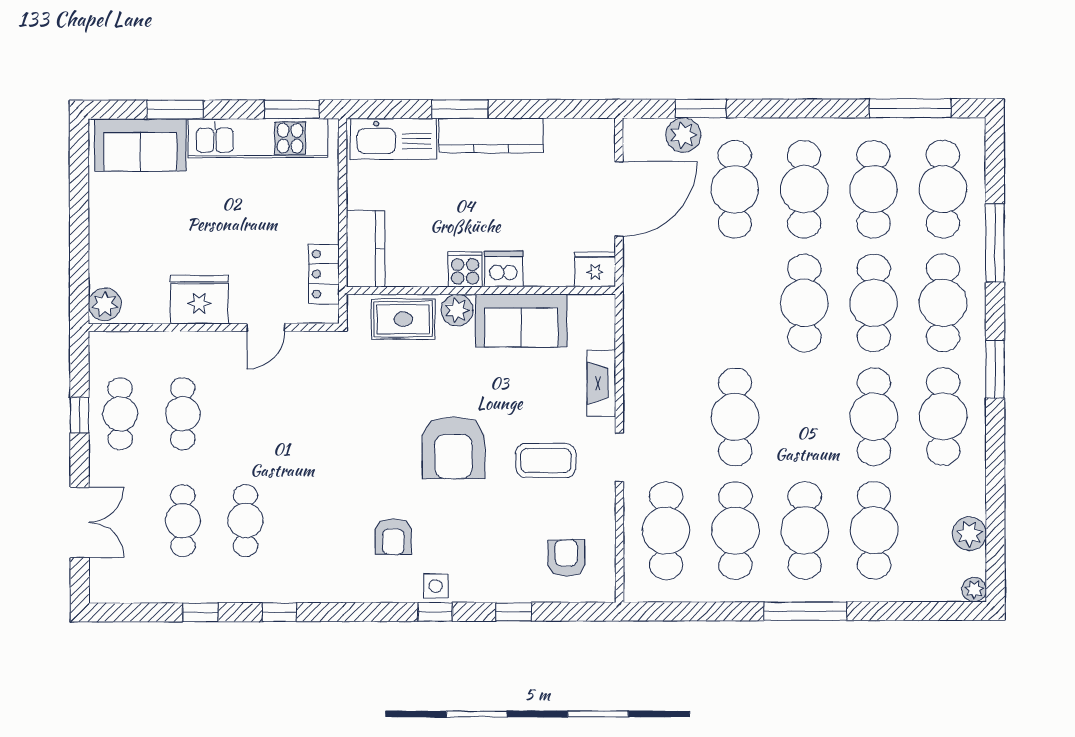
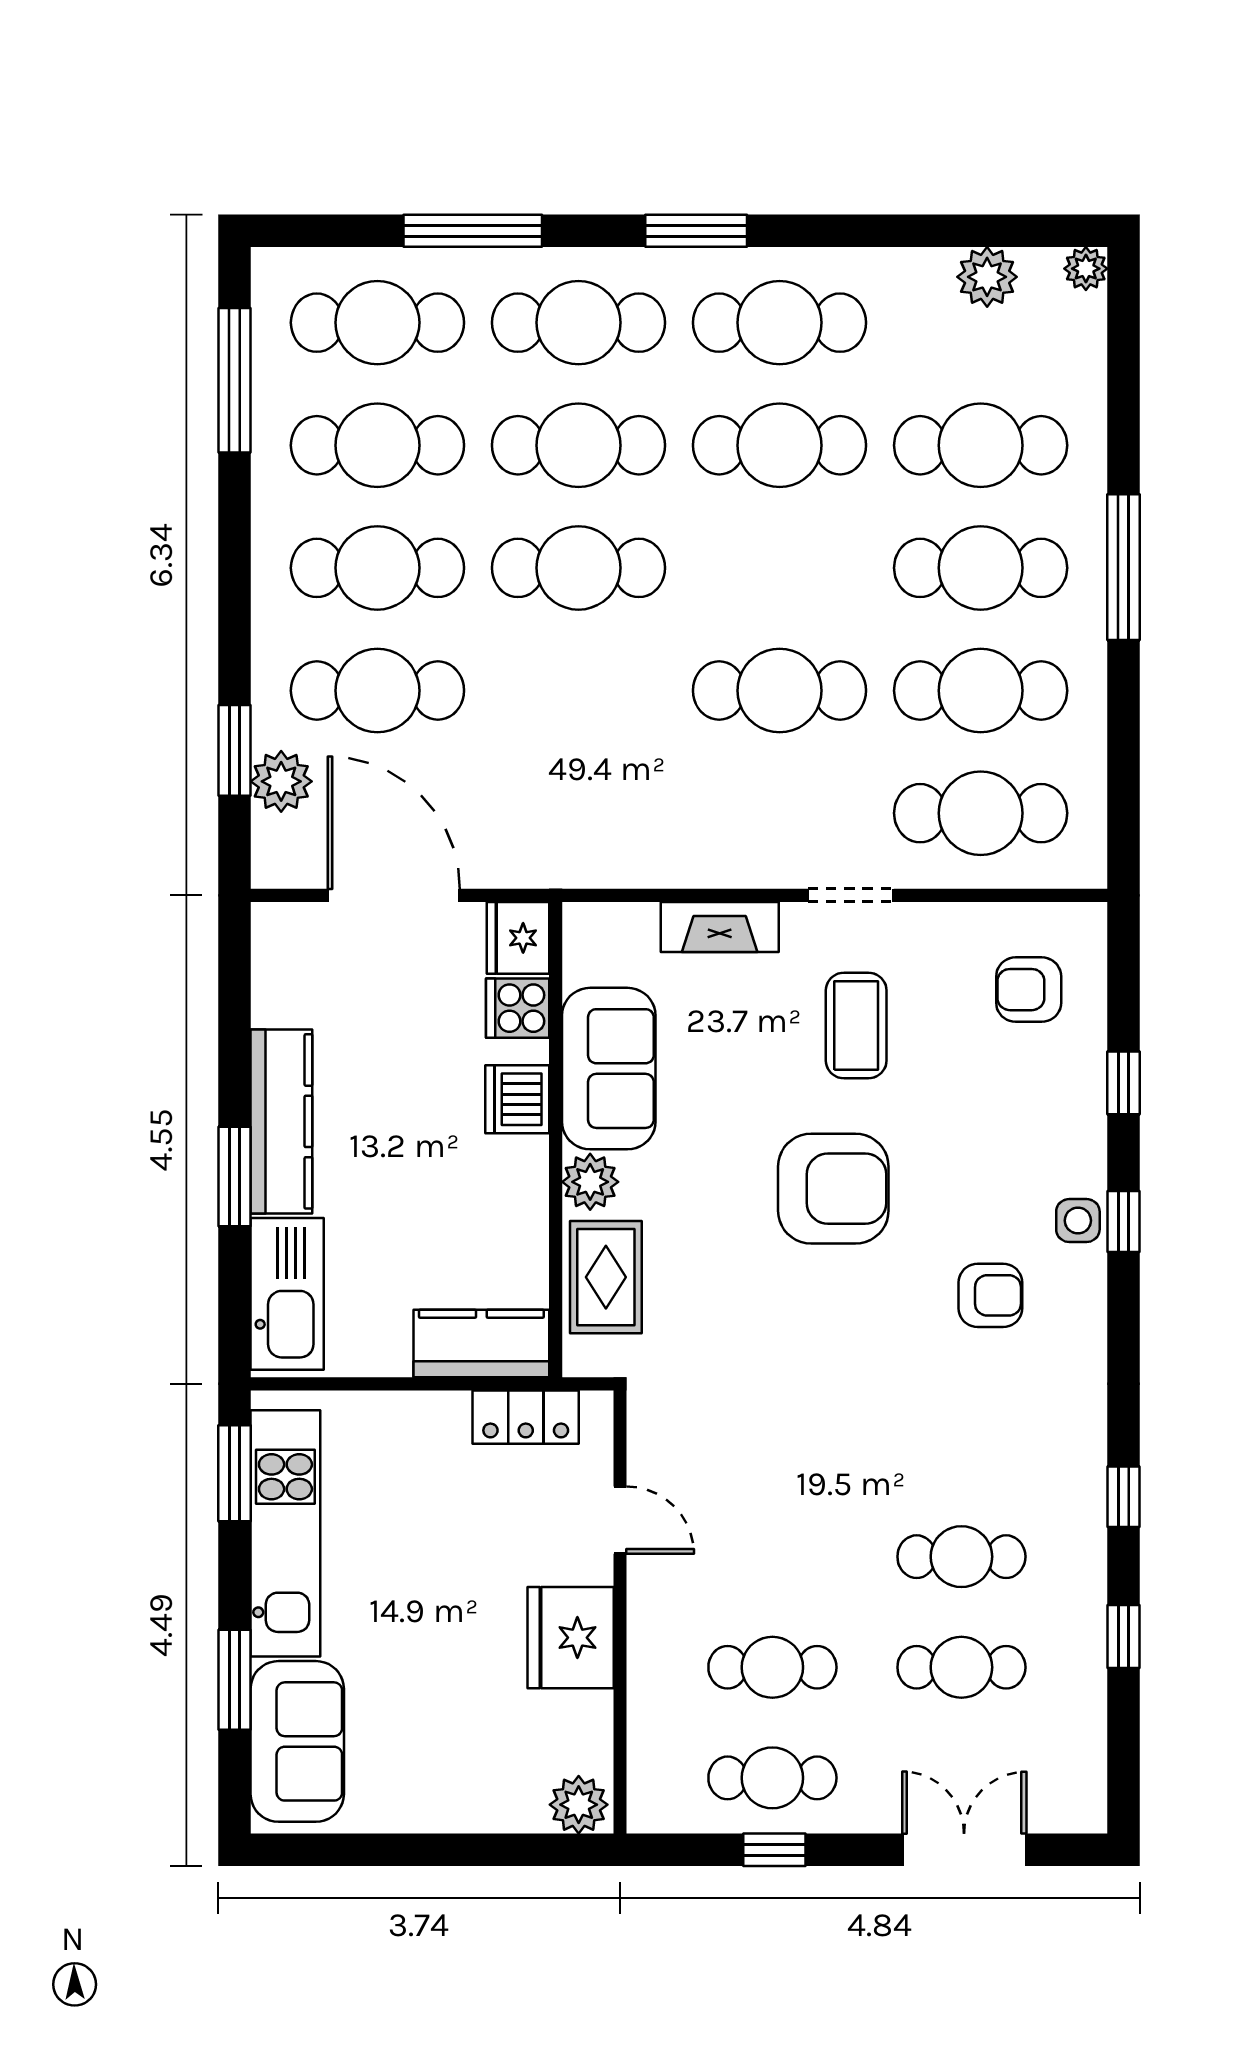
cooker: (465, 269) -> (518, 1008), moved

